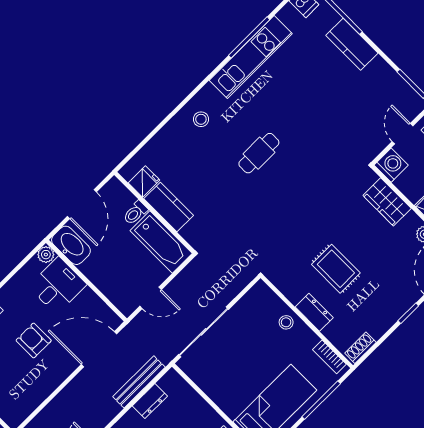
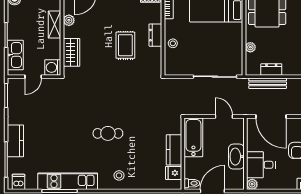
toilet: (135, 213) -> (192, 183), moved
washbasin: (71, 245) -> (236, 157), moved
plant: (197, 403) -> (250, 47), added

